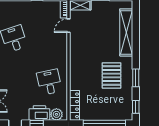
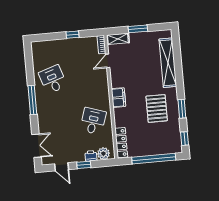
filing cabinet: (76, 62) -> (118, 98), added
desk: (49, 82) -> (93, 121), turned 30
printer: (39, 113) -> (91, 156), width x0.53, depth x0.68

